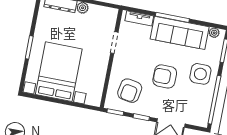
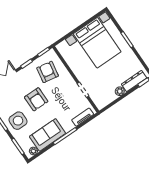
sofa: (180, 33) -> (48, 135), width x0.73
armchair: (165, 76) -> (36, 99), turned 90

